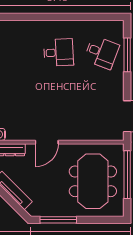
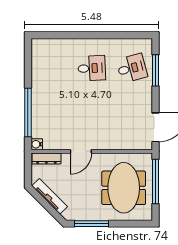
desk: (102, 52) -> (132, 68), turned -36

